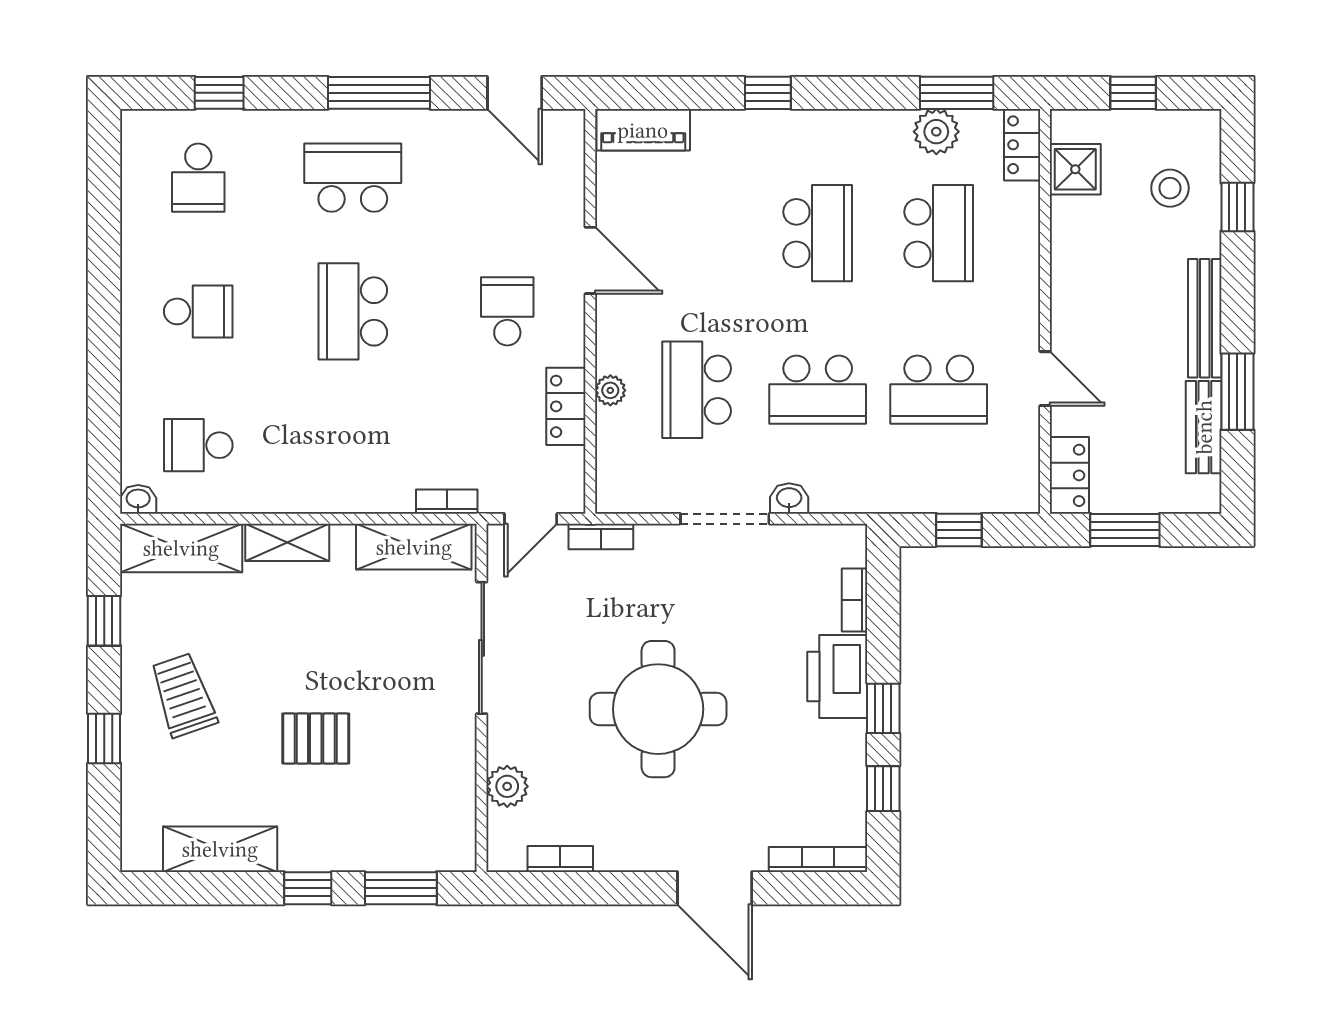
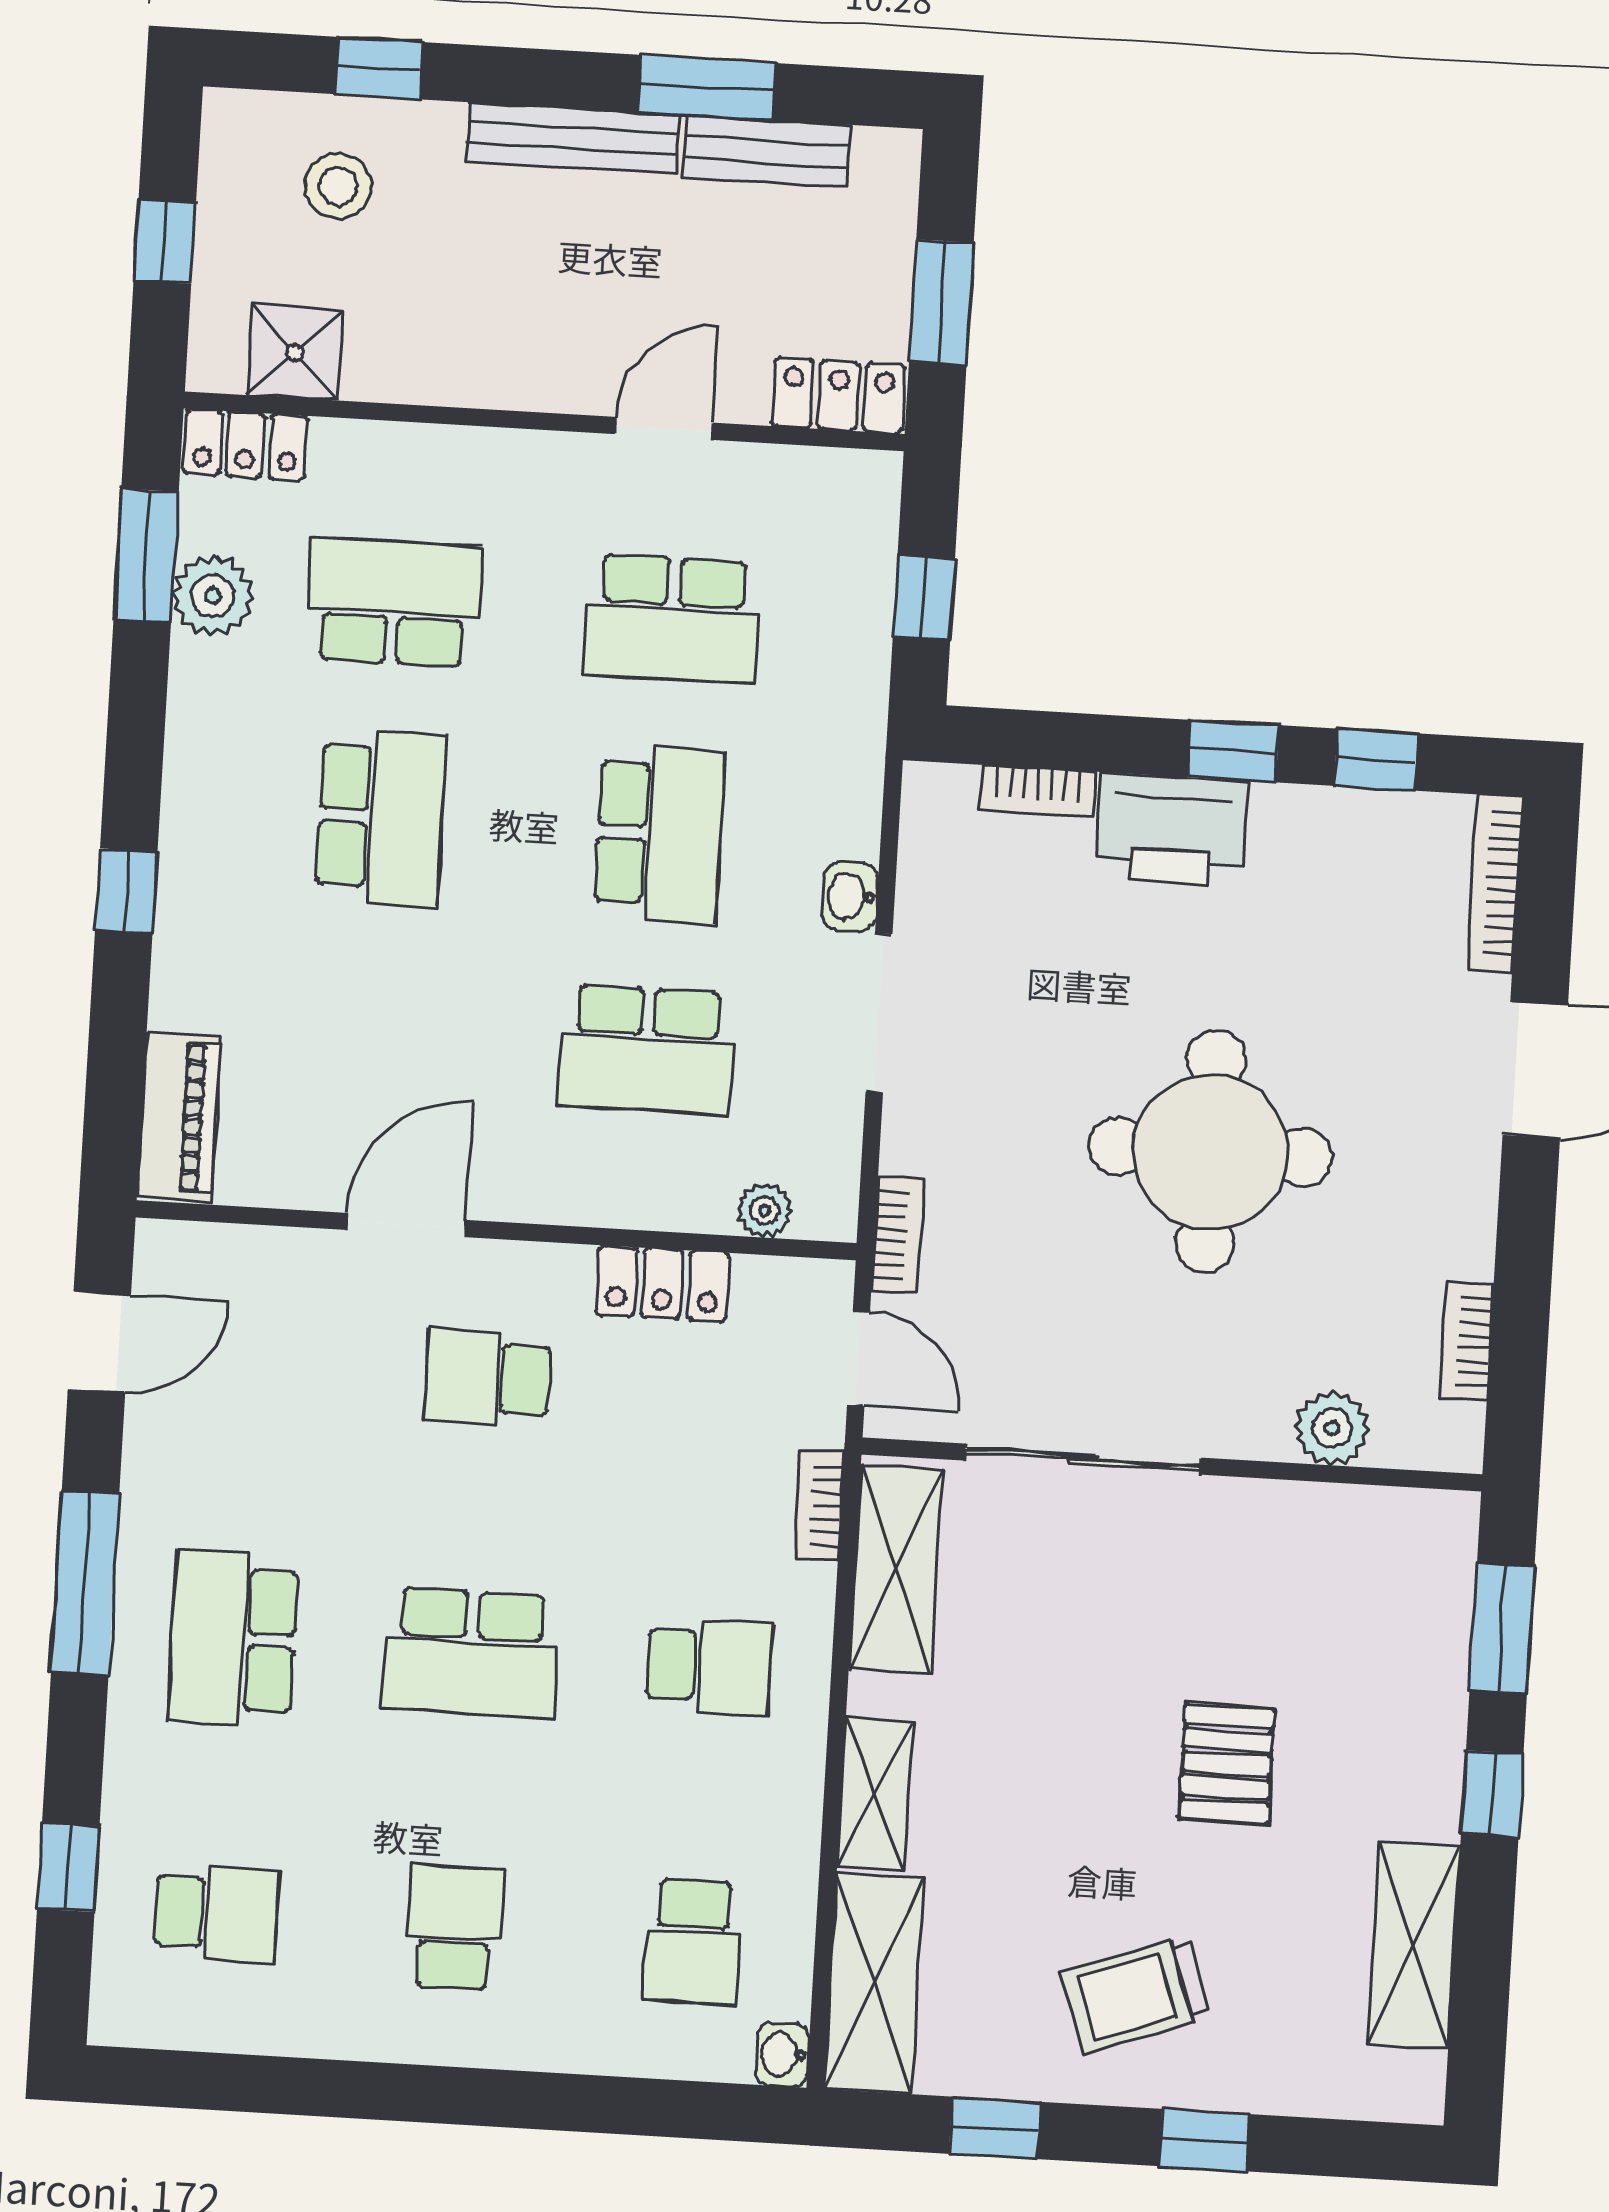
school desk: (818, 233) -> (381, 818), turned 90
plant: (610, 390) -> (765, 1210), moved
school desk: (939, 390) -> (672, 619), turned 90
school desk: (353, 445) -> (709, 1667), added

